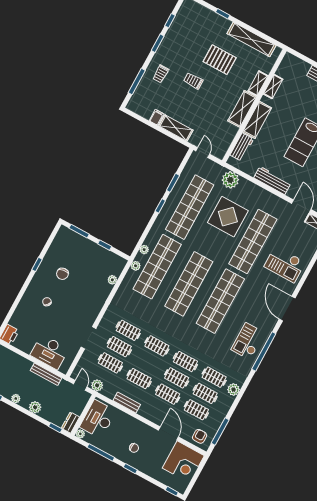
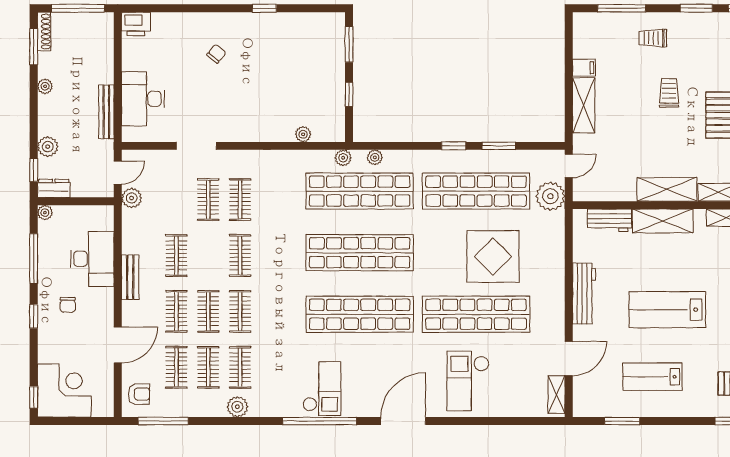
plant: (230, 180) -> (550, 196), moved
chair: (62, 274) -> (271, 54), removed
checkout: (248, 341) -> (322, 389), turned 90
clothes rail: (110, 363) -> (176, 200), removed
bench: (127, 403) -> (130, 277), moved
plant: (35, 407) -> (48, 147), moved
desk: (98, 419) -> (92, 259), moved, turned 90
corner desk: (183, 462) -> (64, 390), moved, turned 180

